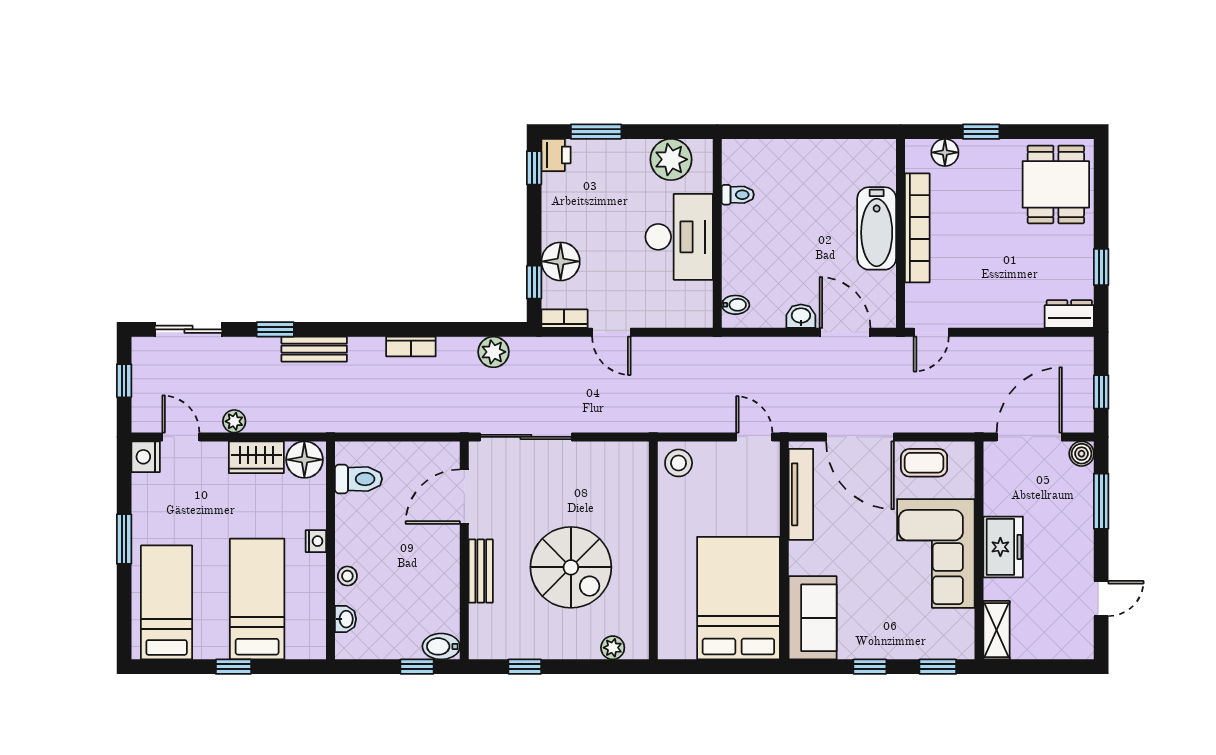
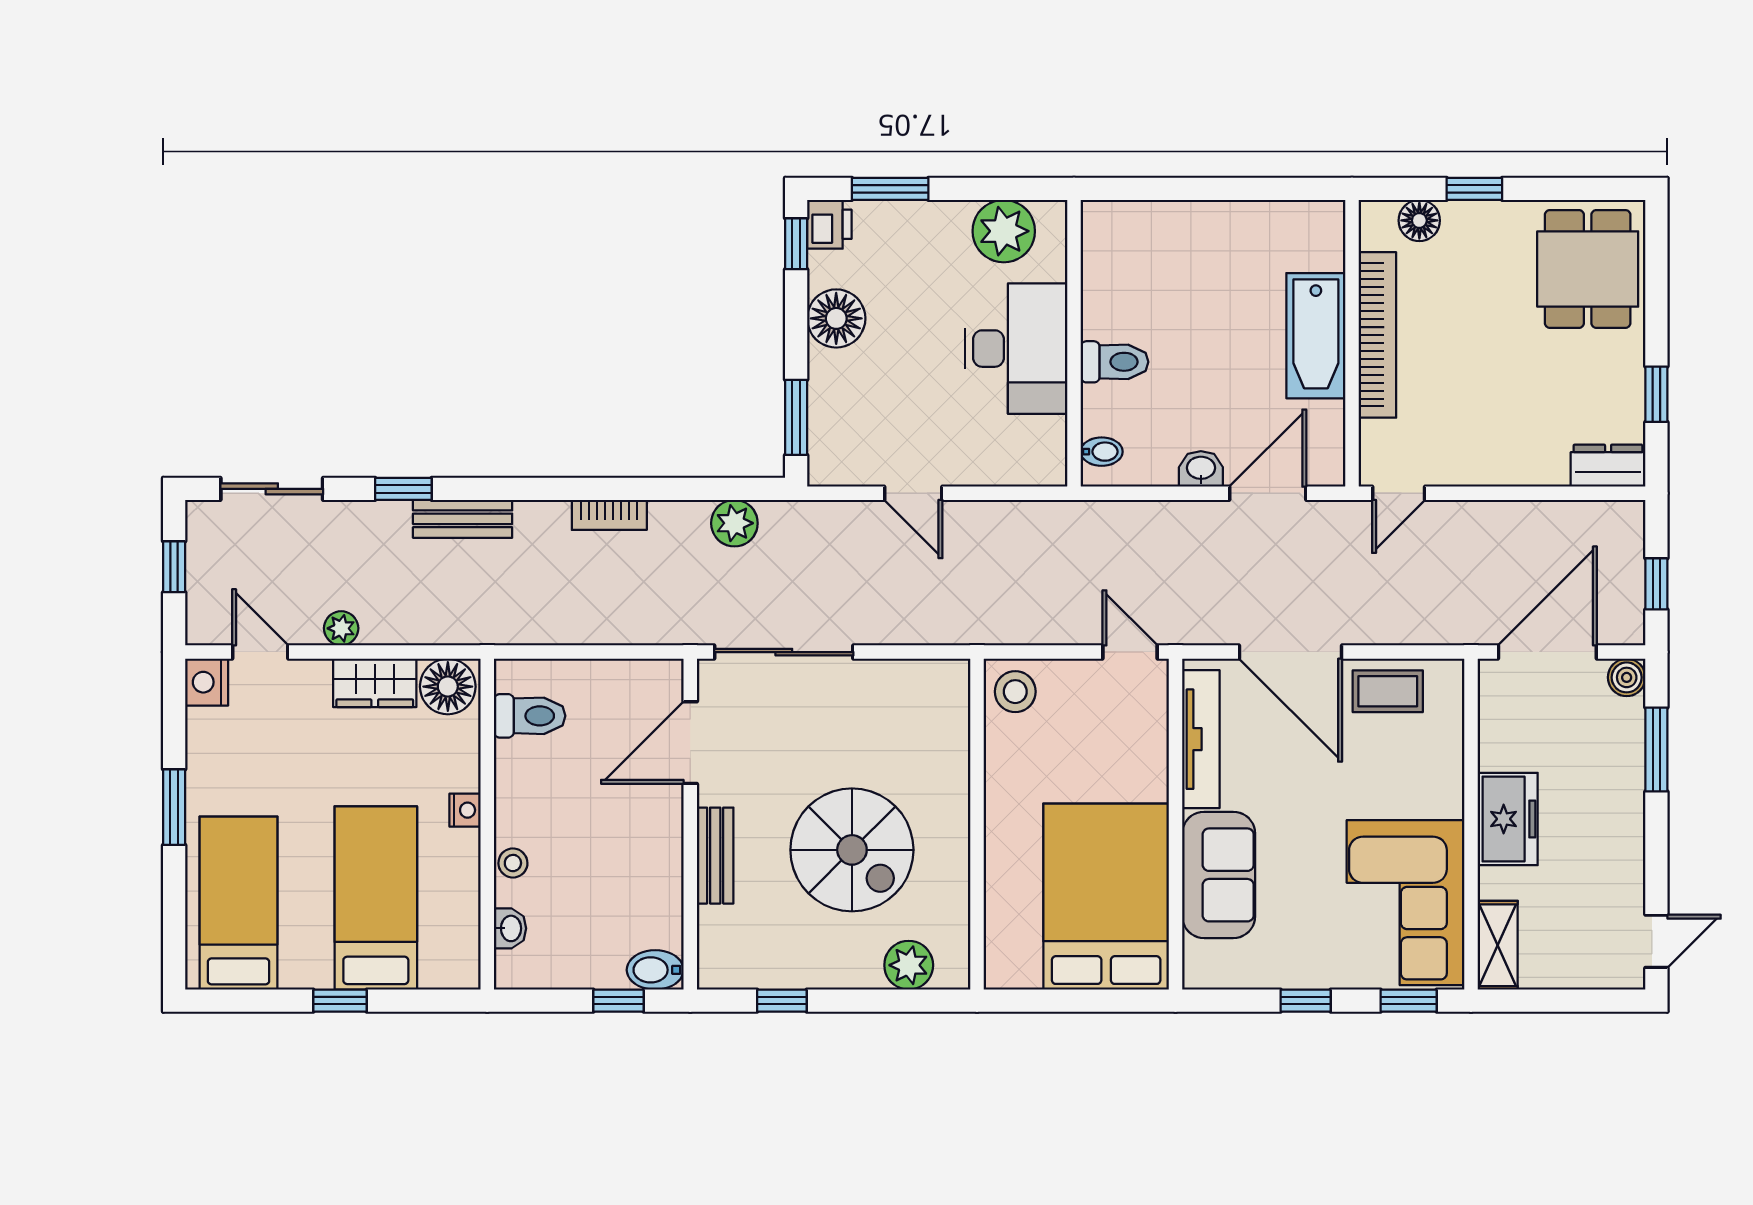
toilet: (738, 195) -> (1115, 362), moved, width x1.37, depth x1.39
floor lamp: (561, 261) -> (836, 318), moved
window: (534, 282) -> (796, 417), width x1.50
bookcase: (564, 319) -> (842, 473), removed
door: (845, 332) -> (1268, 493), hinge flipped
corner sofa: (936, 554) -> (1406, 903), moved
door: (1101, 598) -> (1656, 941), moved
sofa: (813, 618) -> (1219, 875), moved
plant: (613, 648) -> (909, 965), width x1.38, depth x1.38

